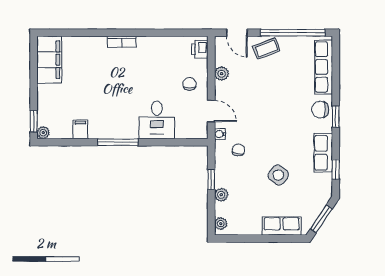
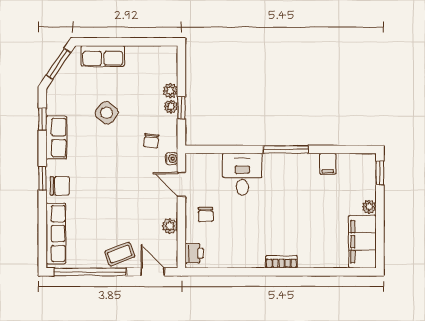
plant: (43, 133) -> (369, 207), moved
plant: (221, 224) -> (171, 107), moved

